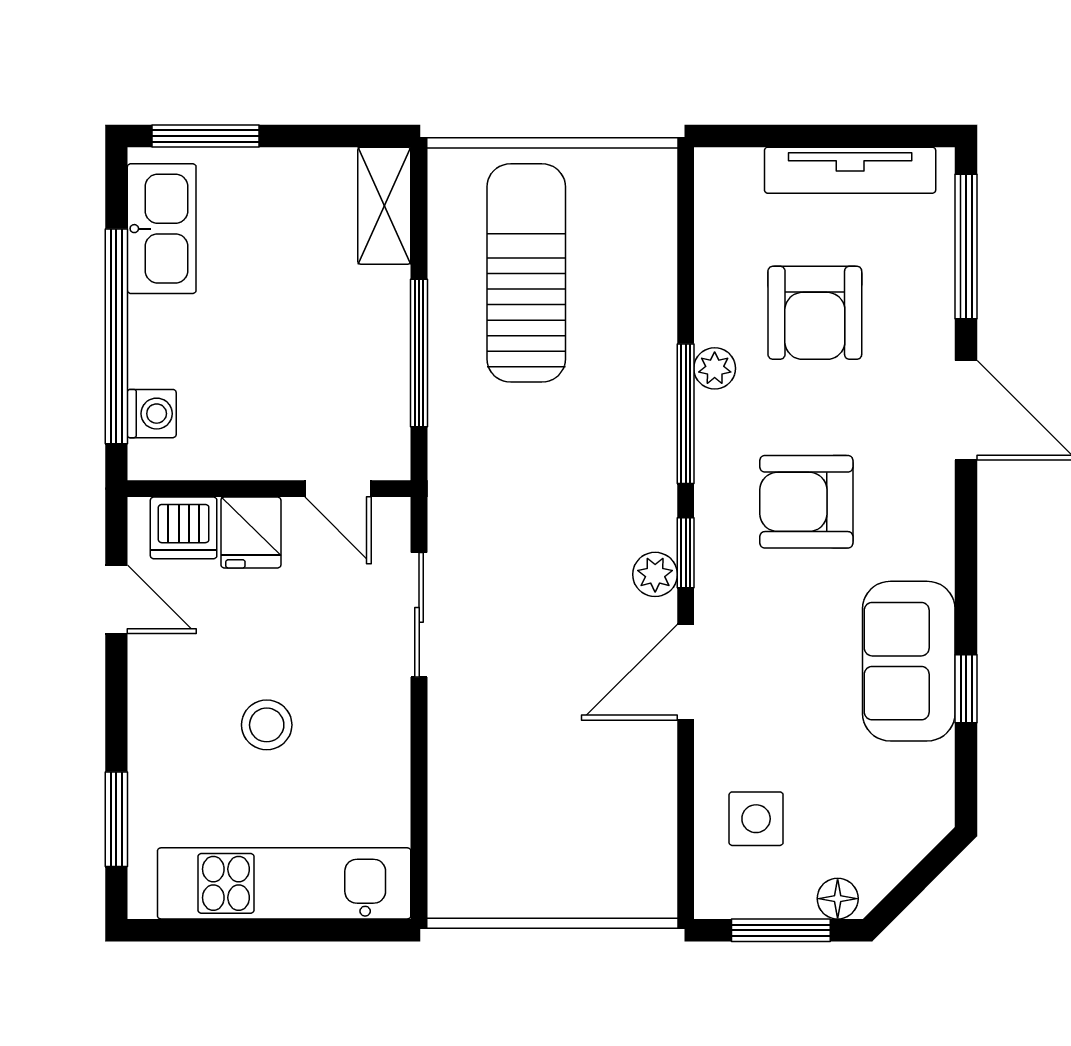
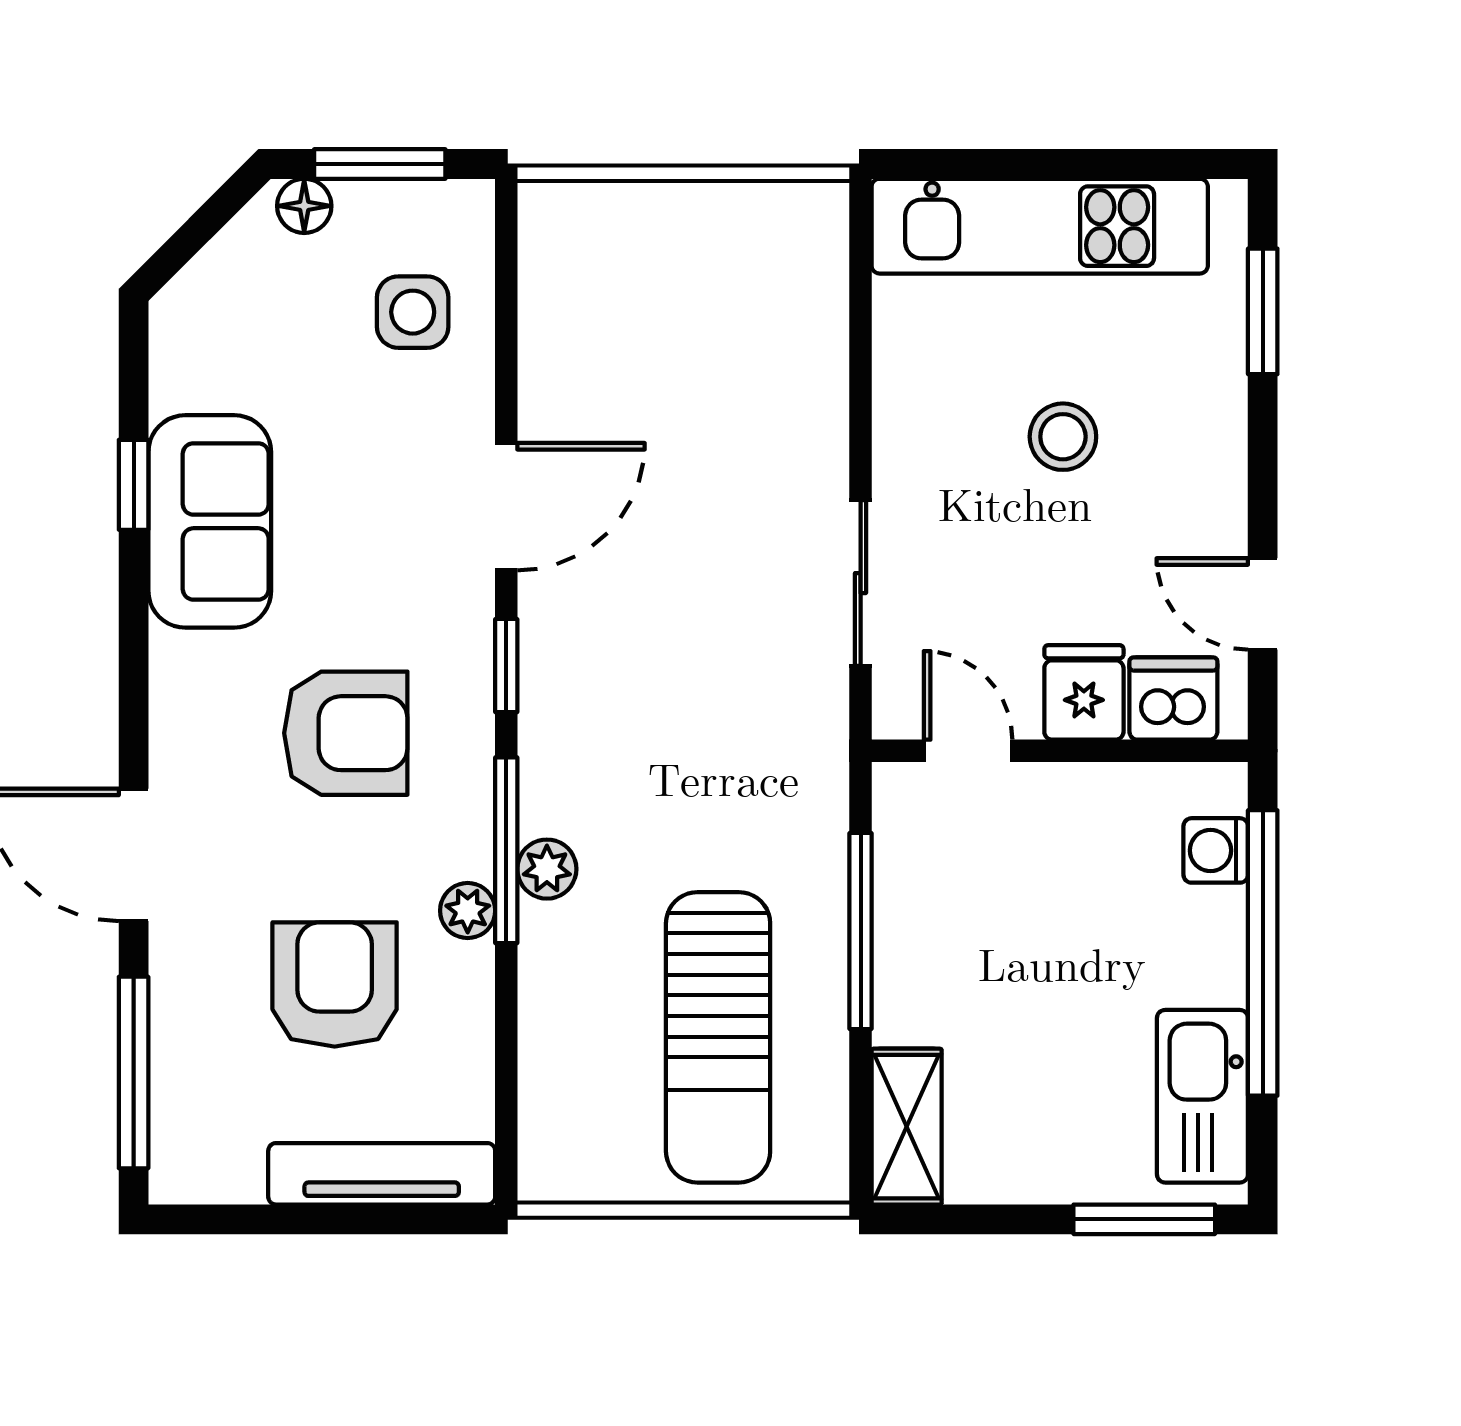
tv unit: (850, 170) -> (382, 1174), moved
plant: (655, 574) -> (547, 869), moved

